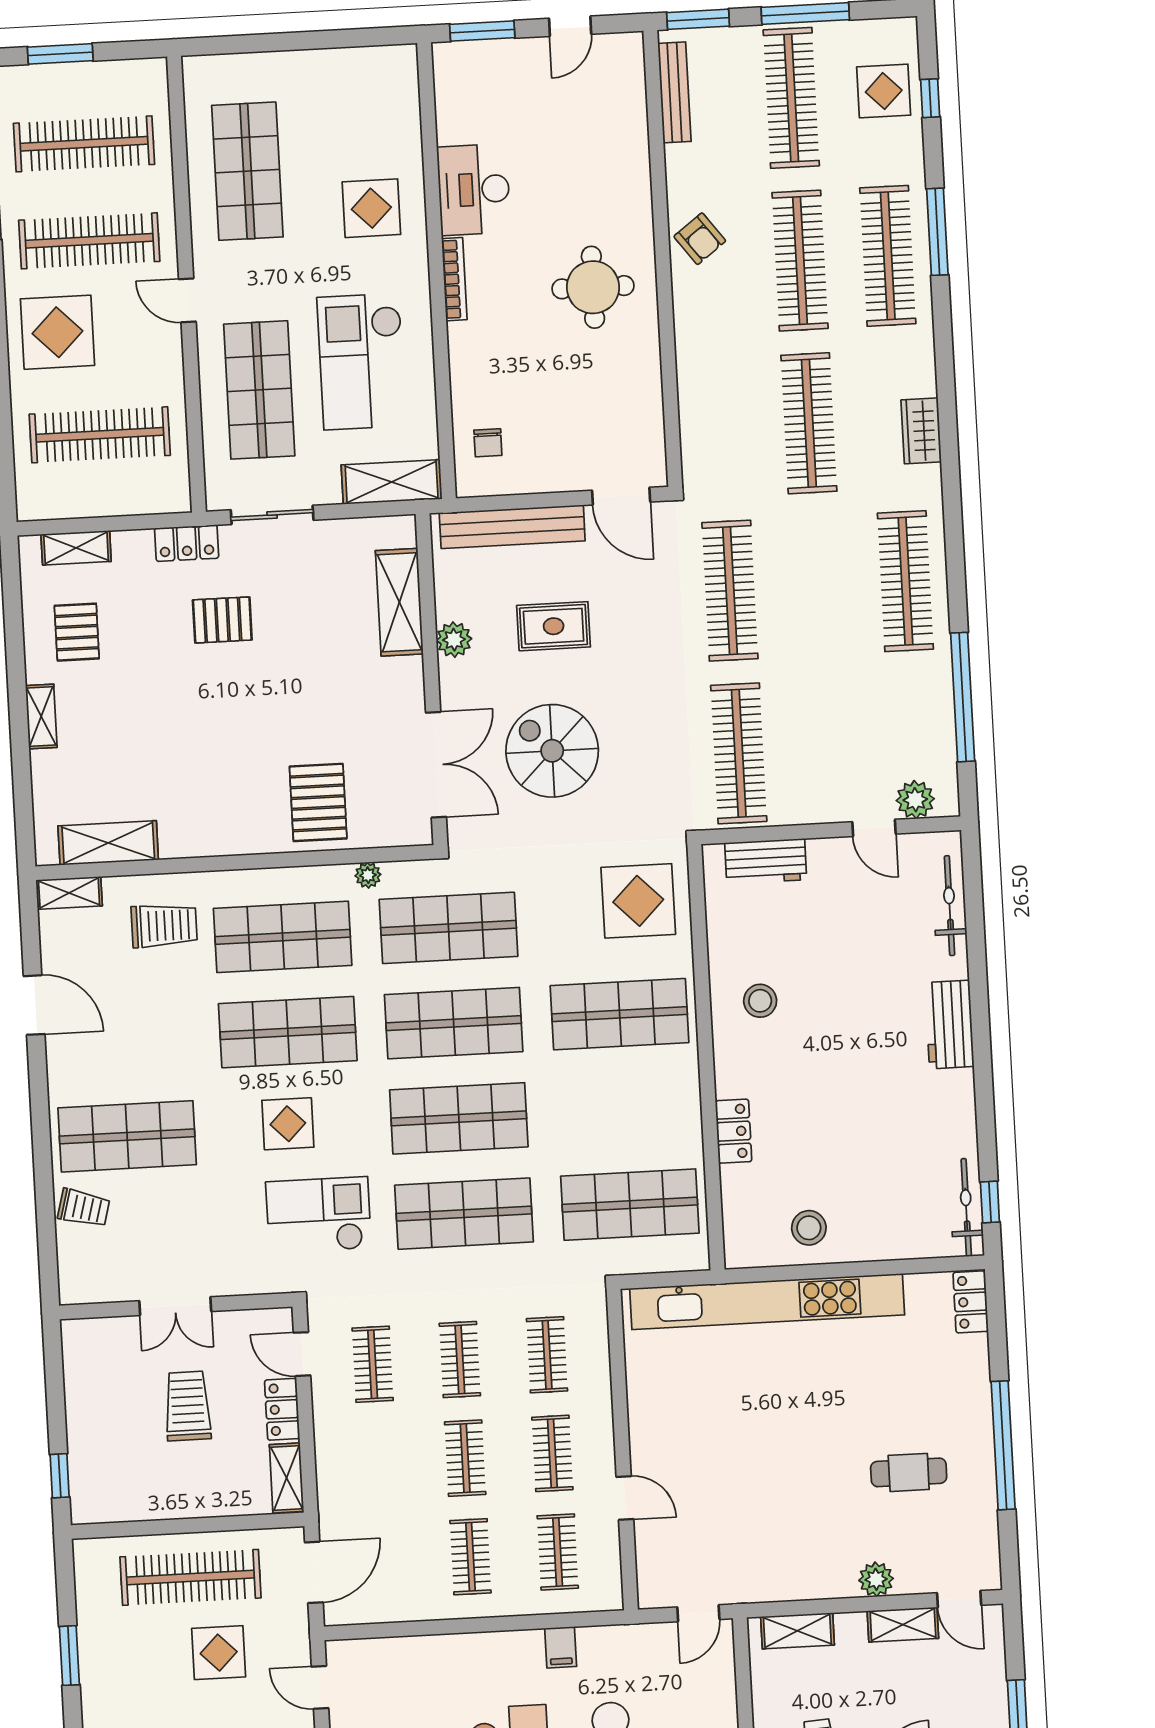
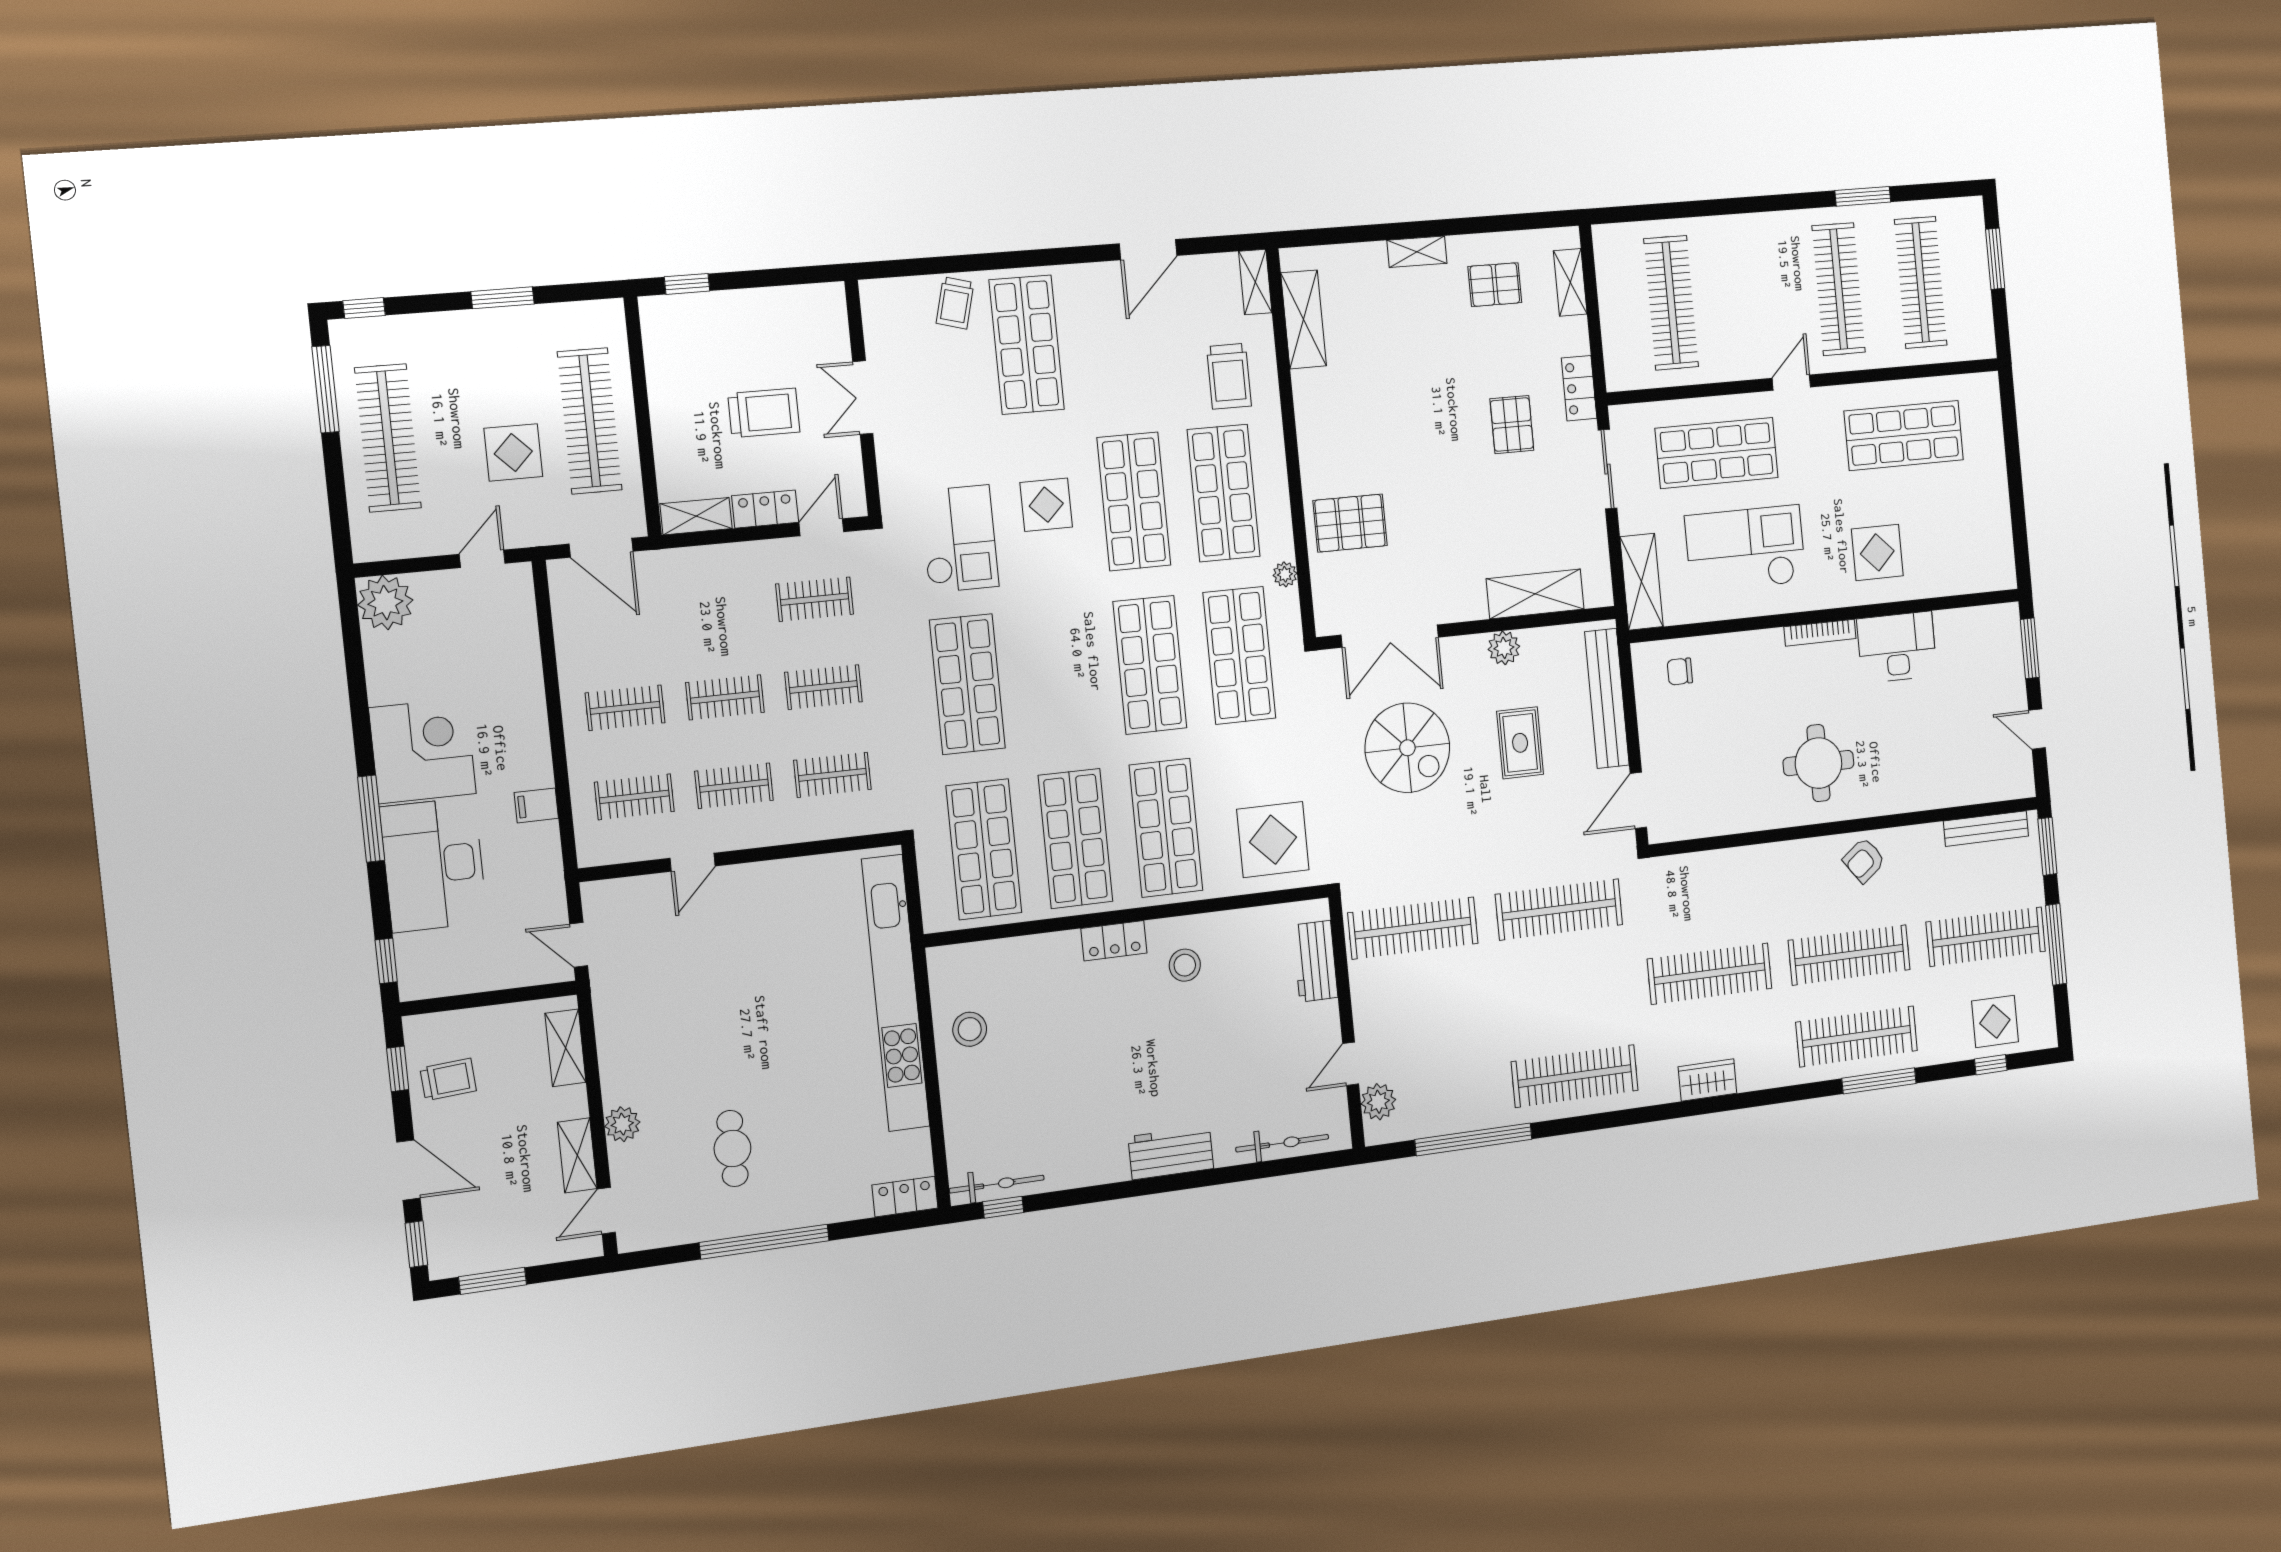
display table: (57, 332) -> (1759, 261), removed
spiral stairs: (552, 751) -> (1407, 748), turned 90
shop shelf: (459, 1118) -> (1076, 838), moved
locker: (734, 1131) -> (1114, 941), moved

